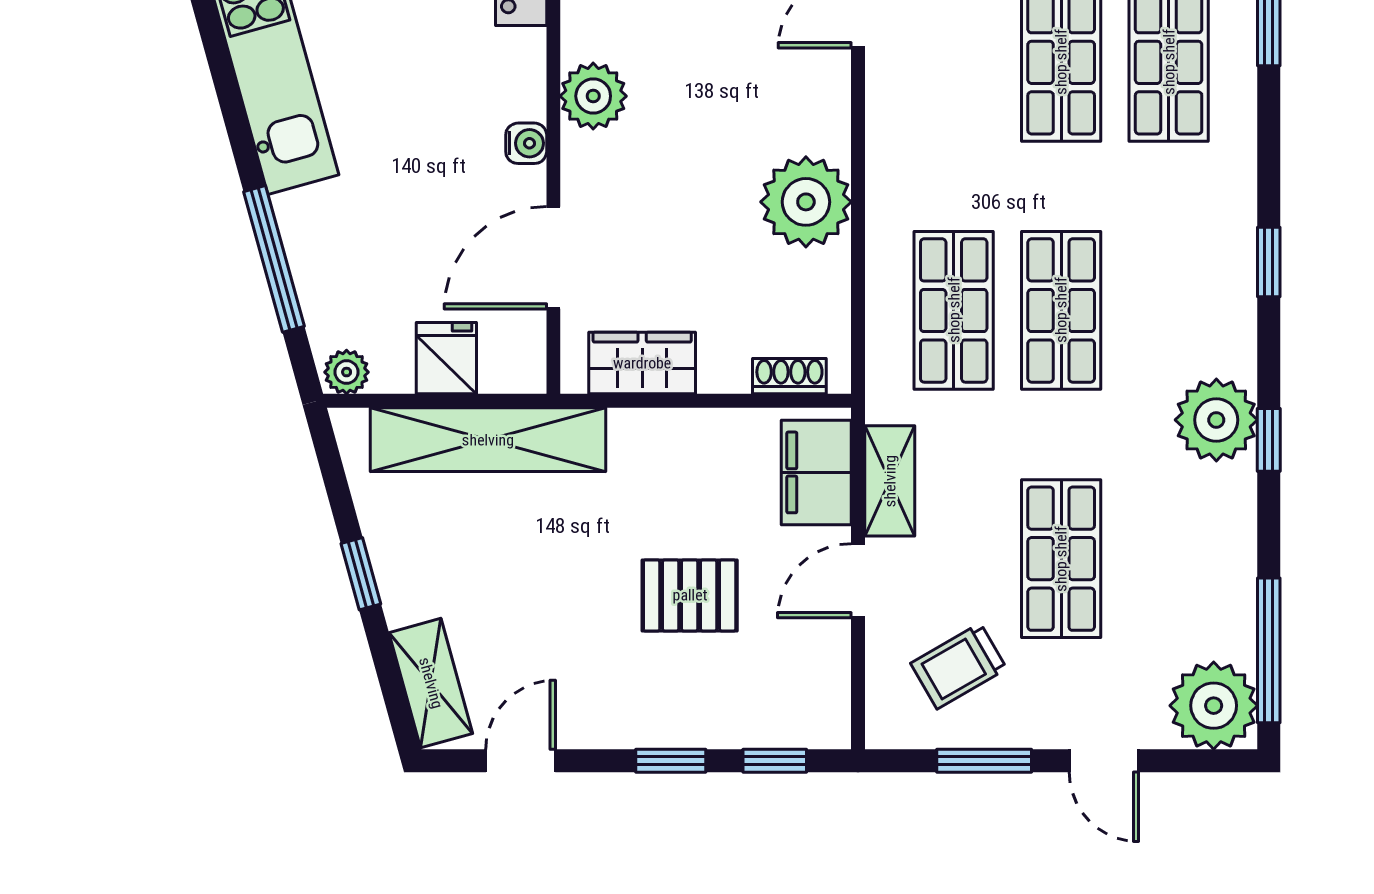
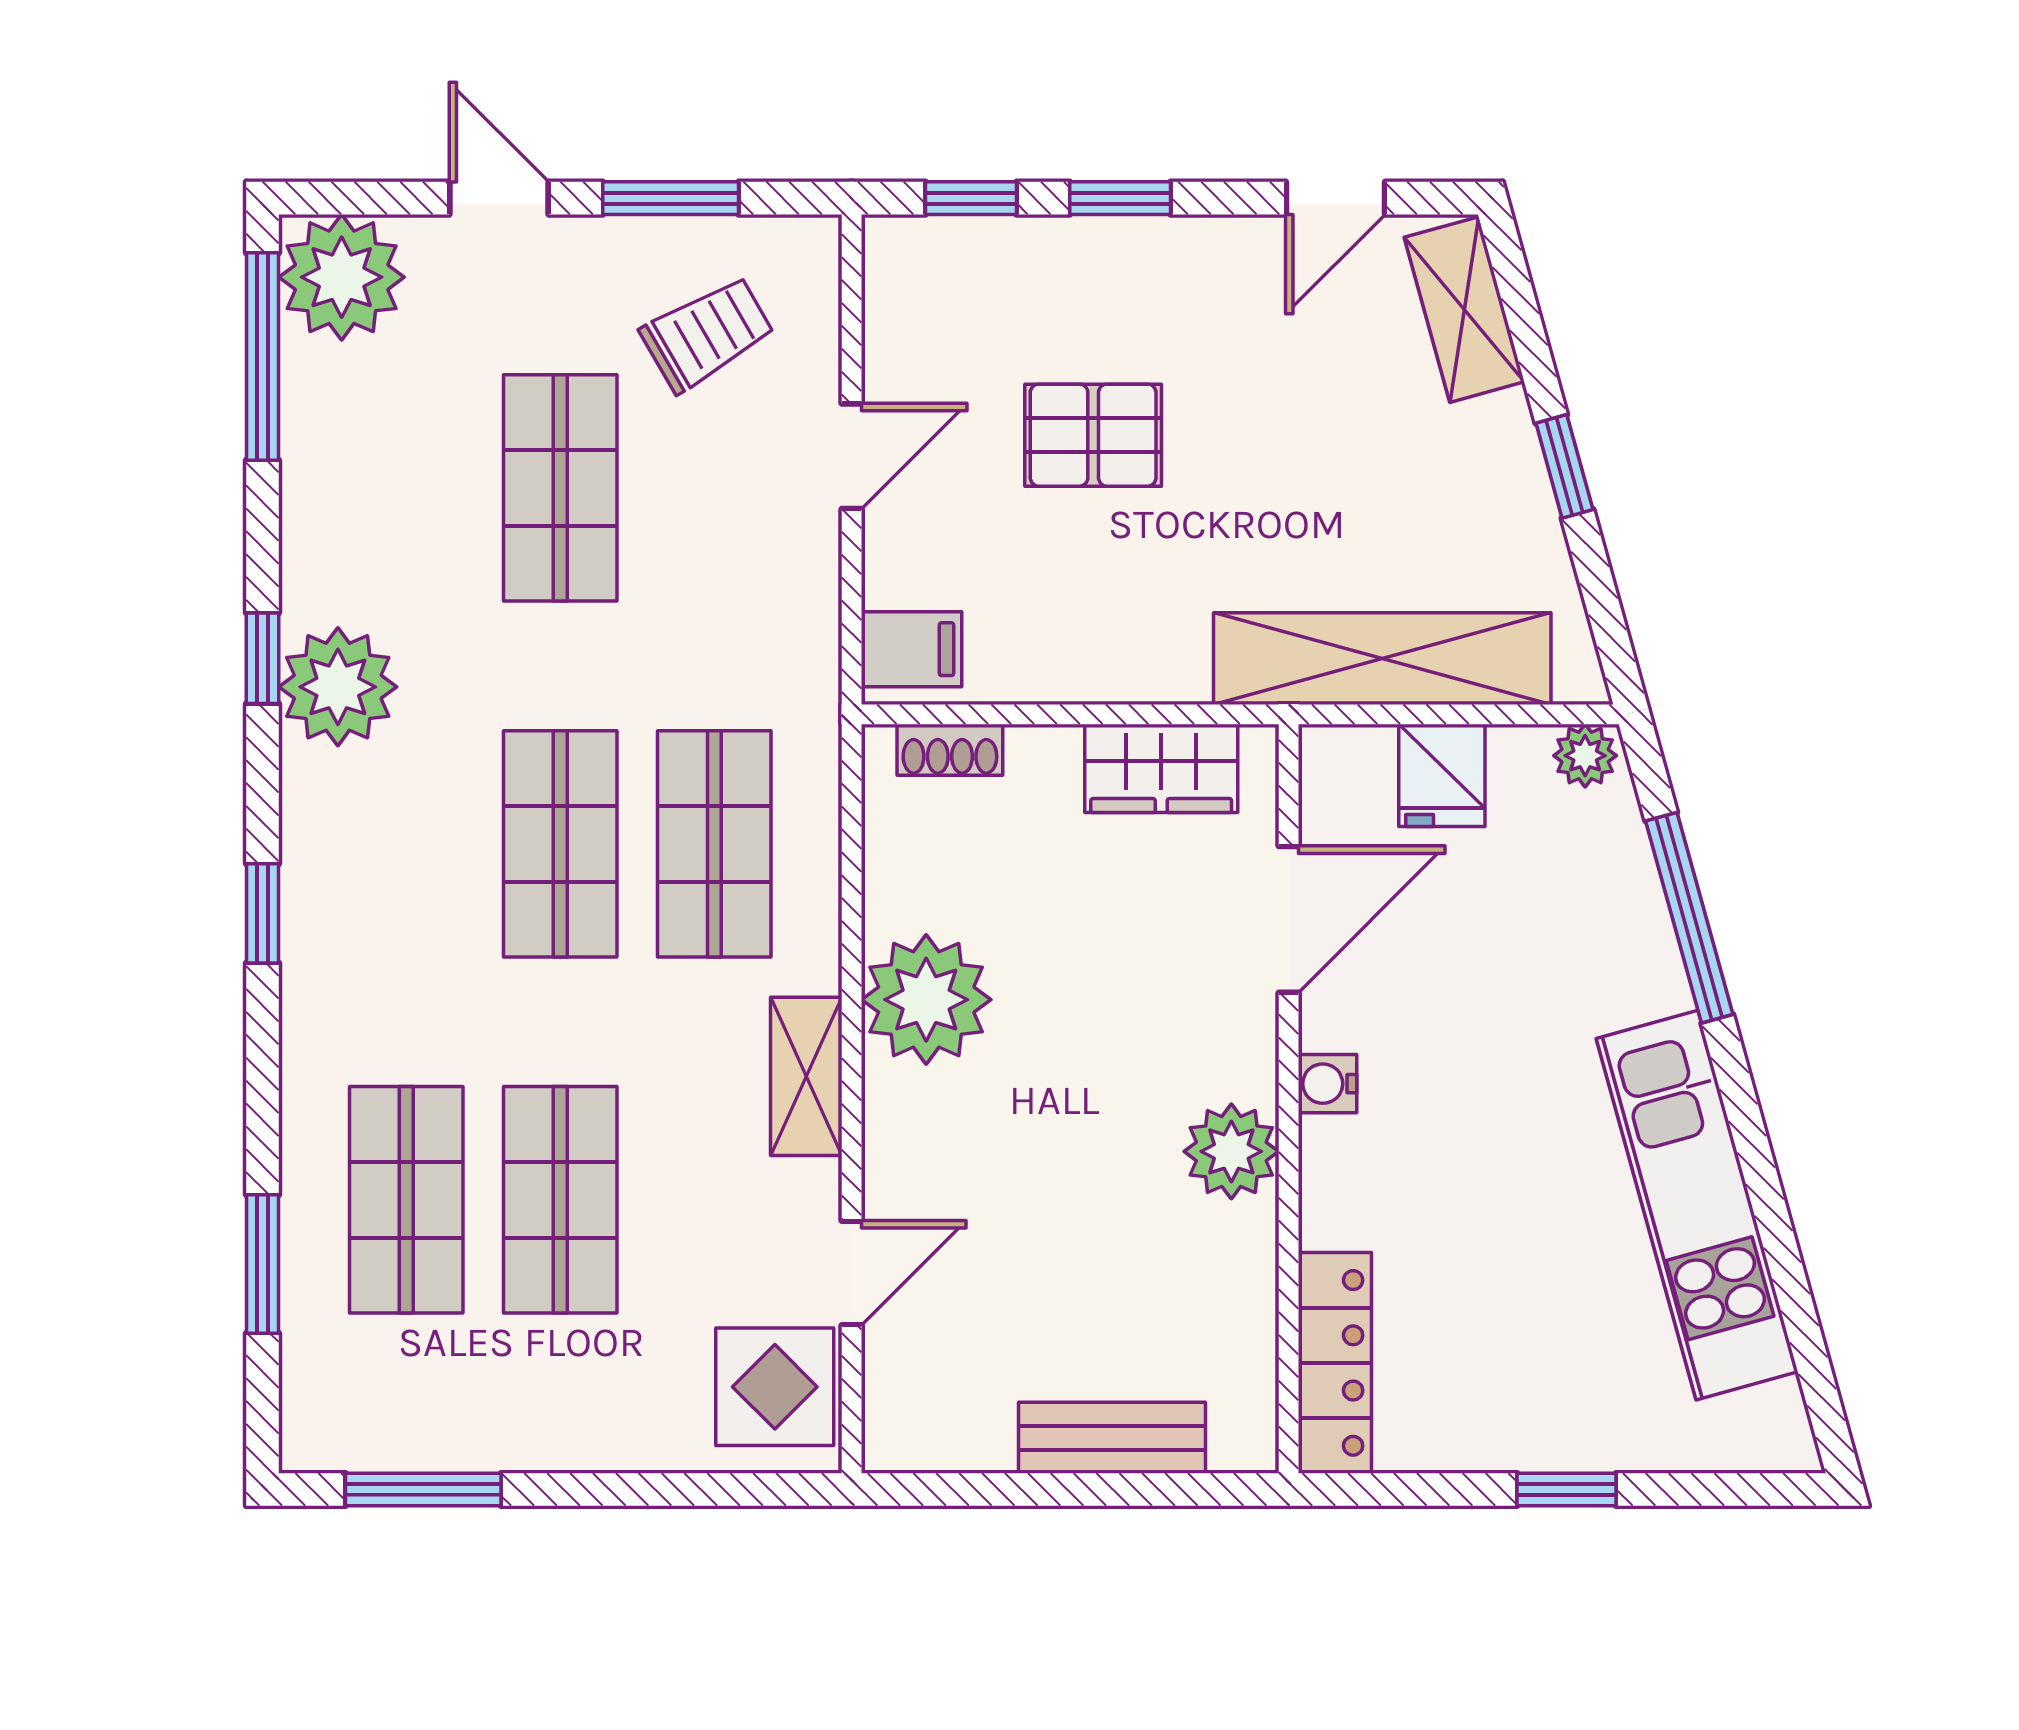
filing cabinet: (816, 472) -> (911, 649), width x0.50
shelving: (890, 481) -> (806, 1076), moved

